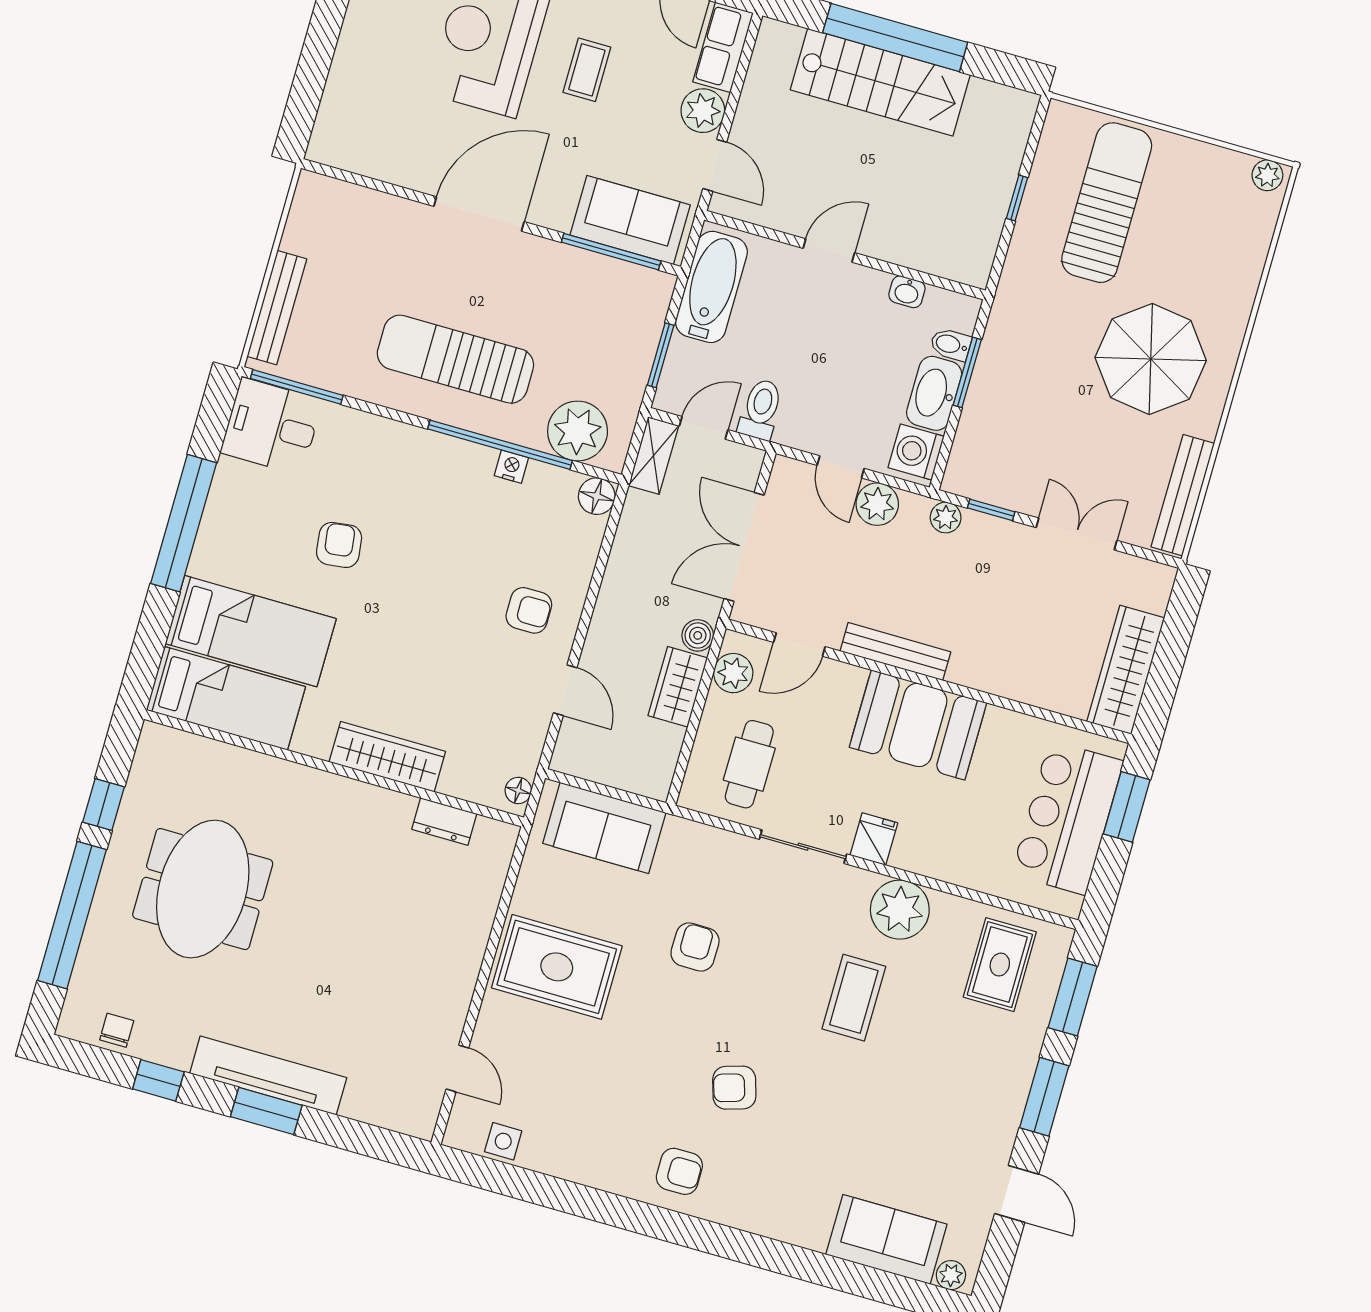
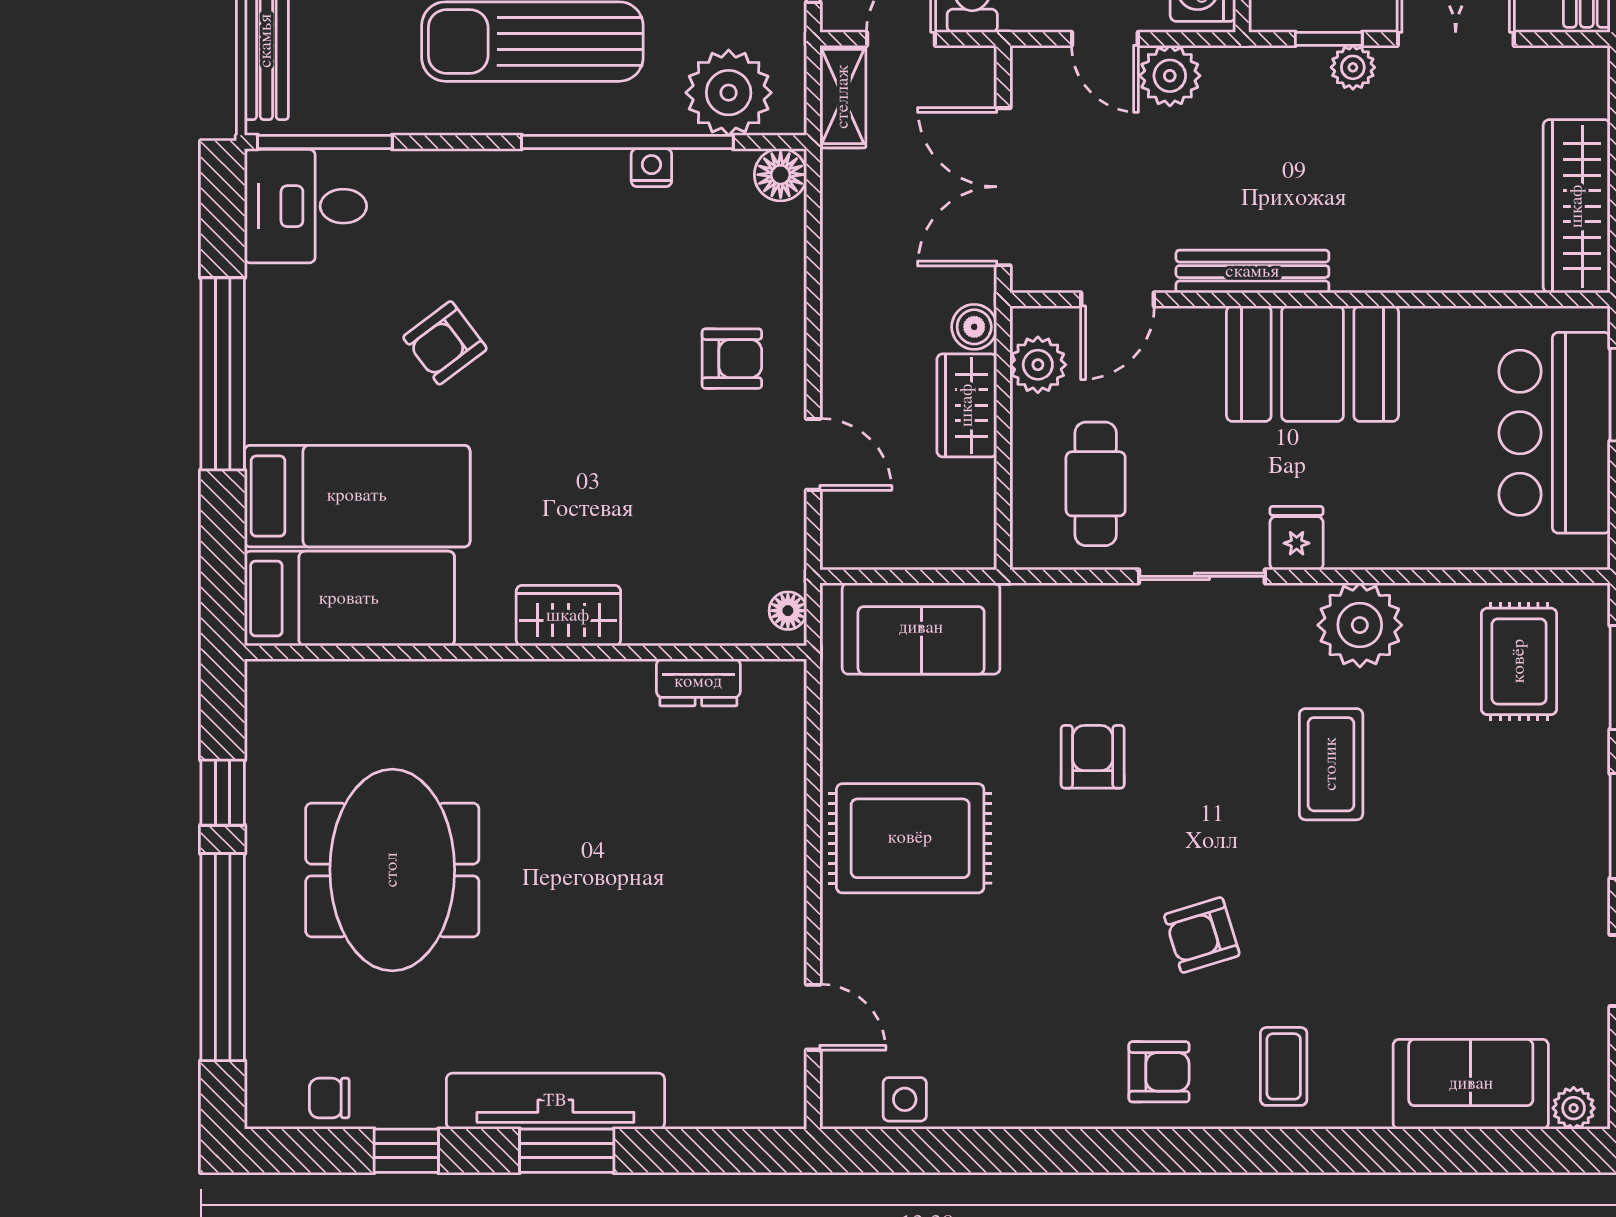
plant: (946, 517) -> (1353, 67), moved
armchair: (339, 545) -> (445, 343), turned -120
wardrobe: (387, 757) -> (568, 616), width x0.67
chair: (117, 1030) -> (329, 1098), turned -90
coffee table: (764, 1192) -> (1284, 1066), added

